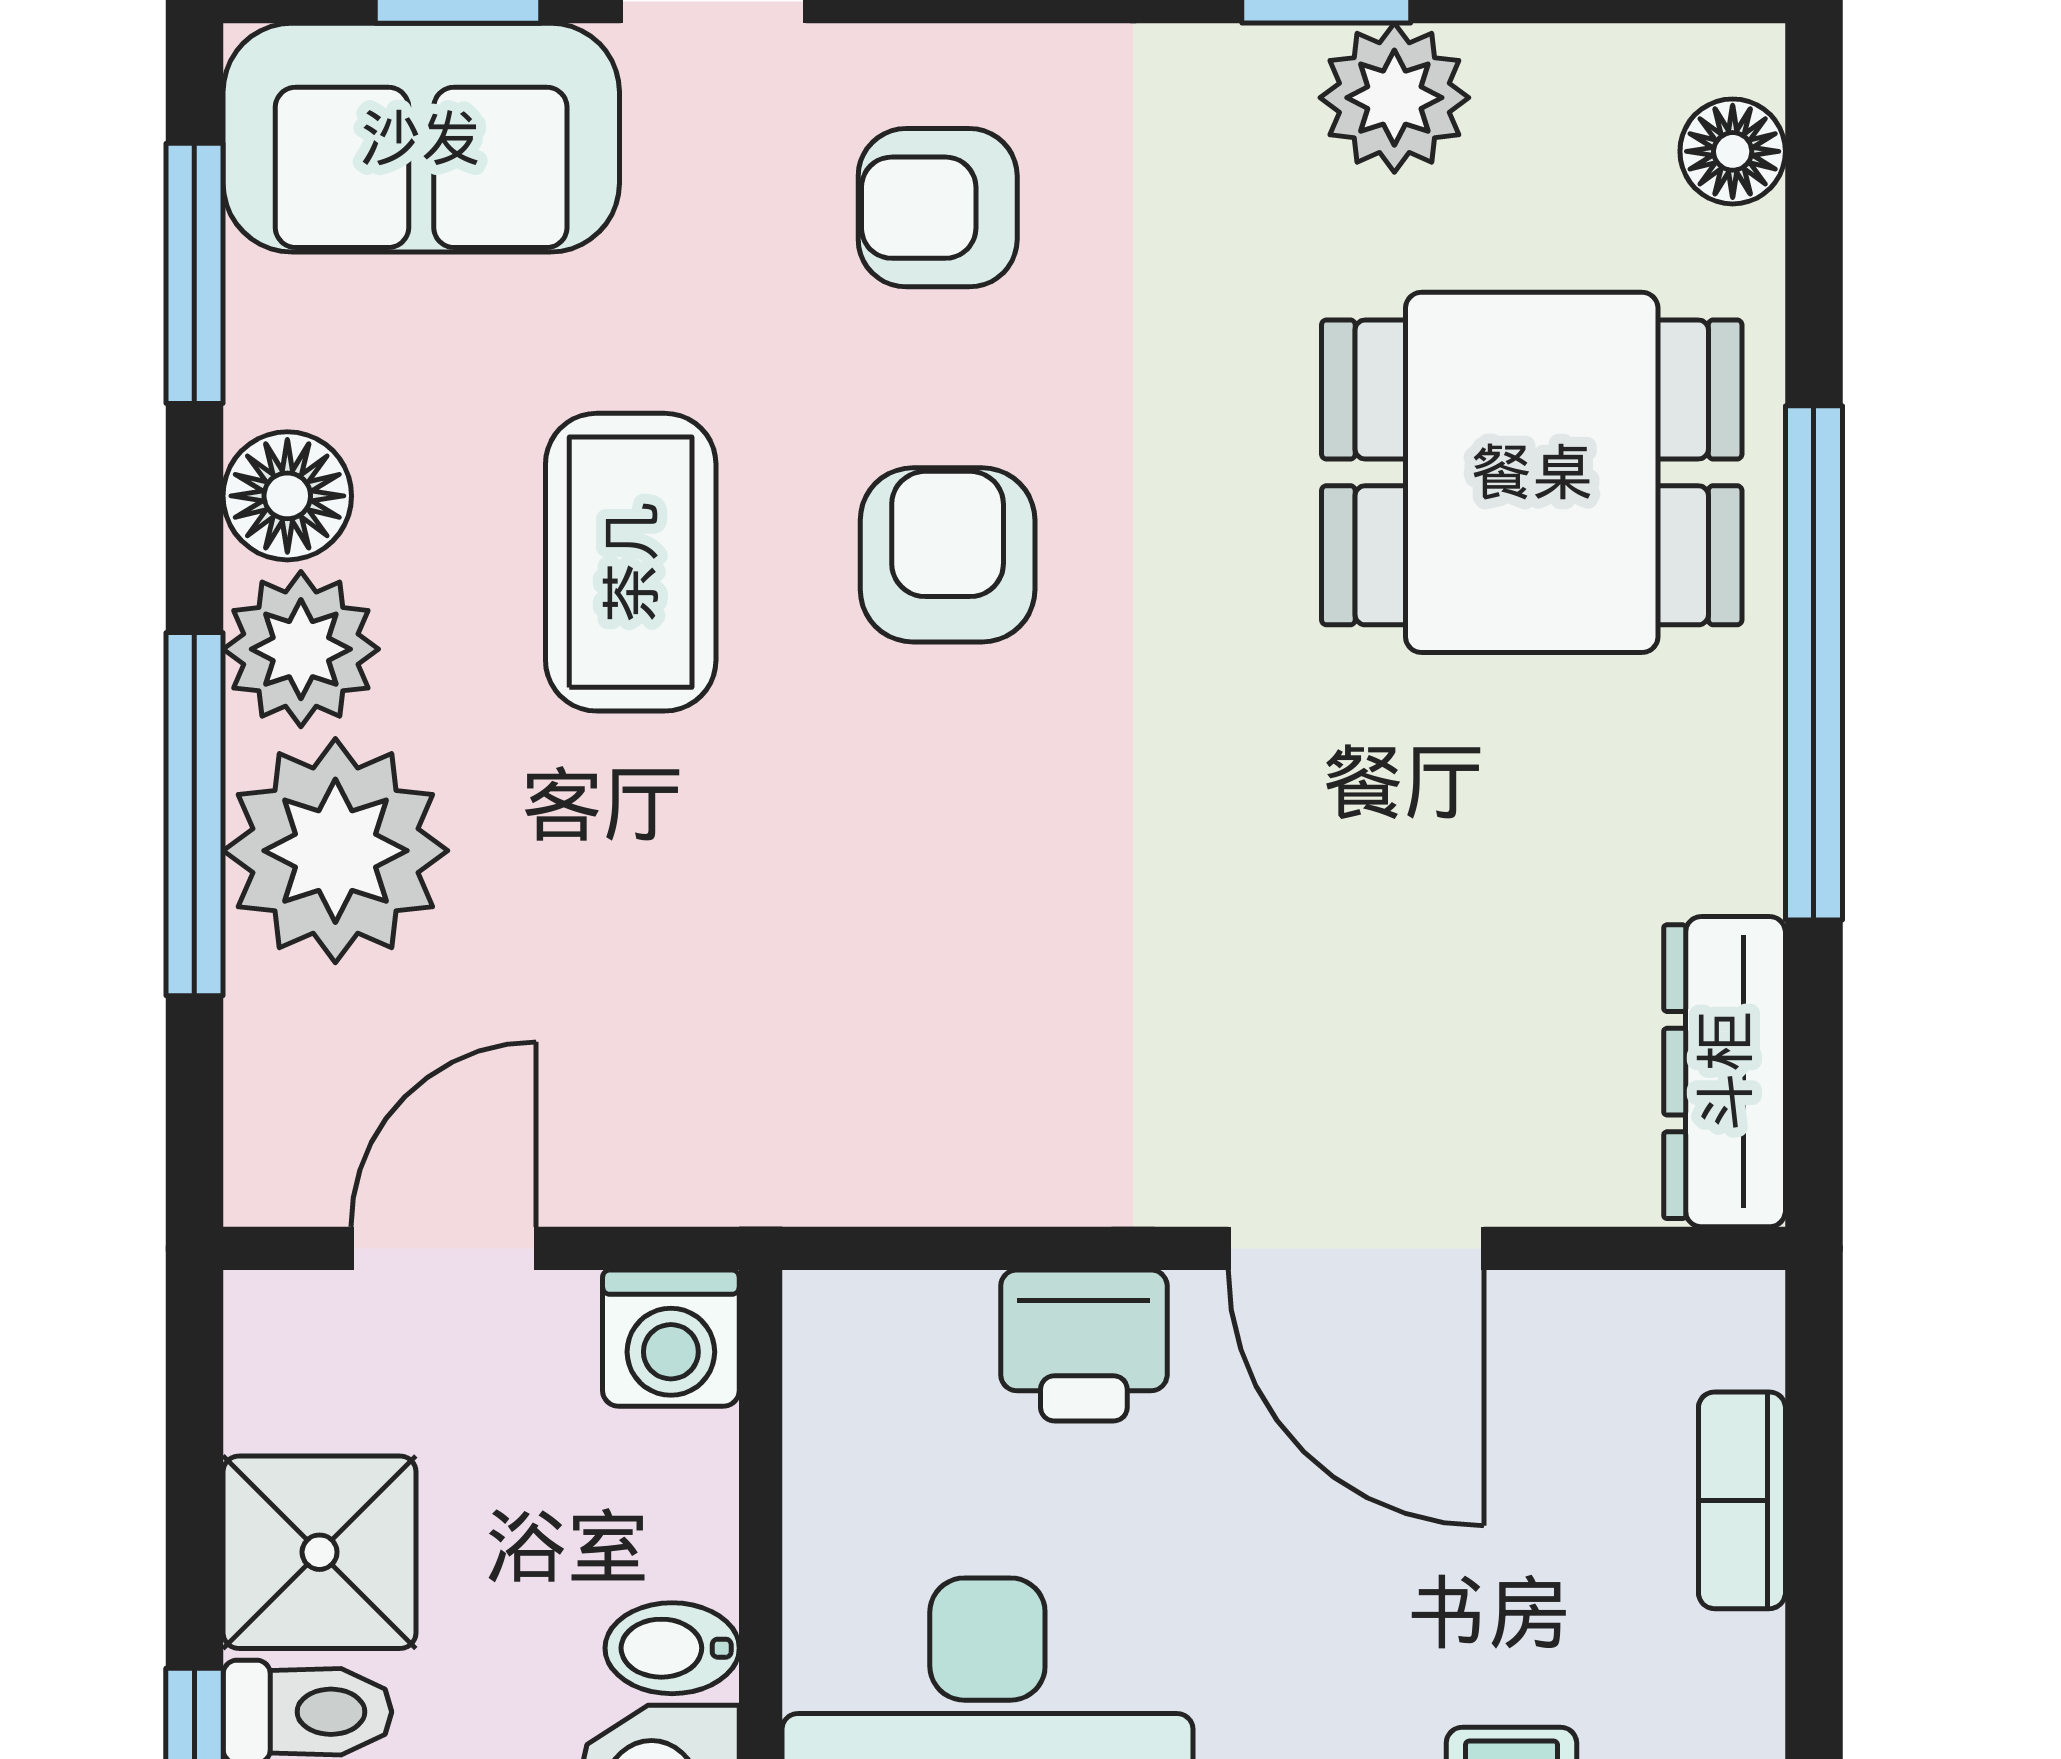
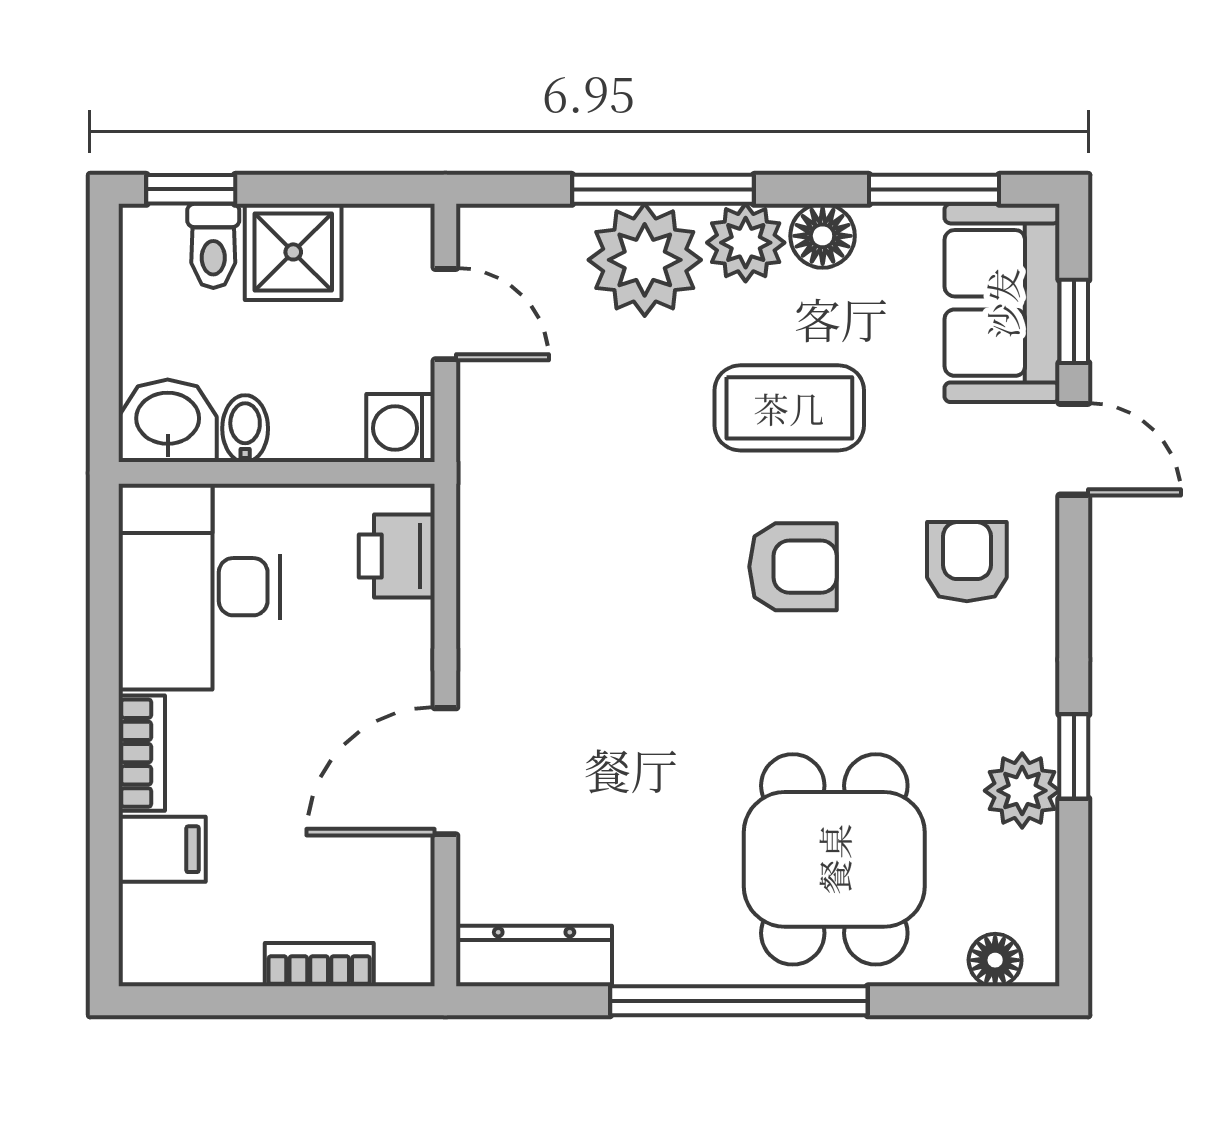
printer: (1084, 1345) -> (397, 556), moved

